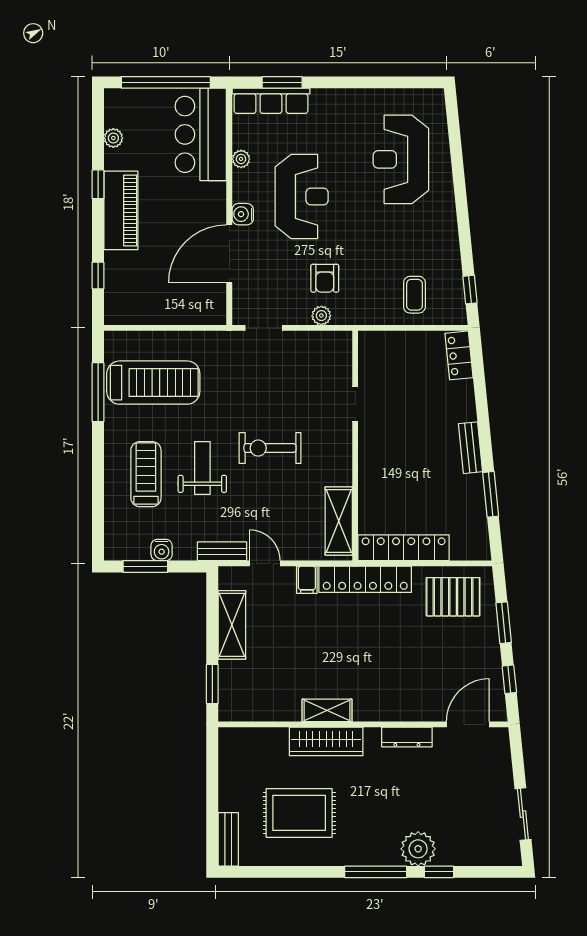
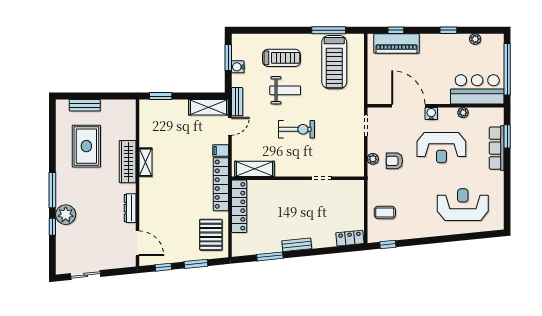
row of seats: (271, 101) -> (497, 148), moved
piano: (121, 210) -> (397, 43), moved
exercise bike: (270, 448) -> (297, 129), turned 90
shelving: (232, 625) -> (208, 107), moved
bench: (228, 839) -> (85, 105), moved

